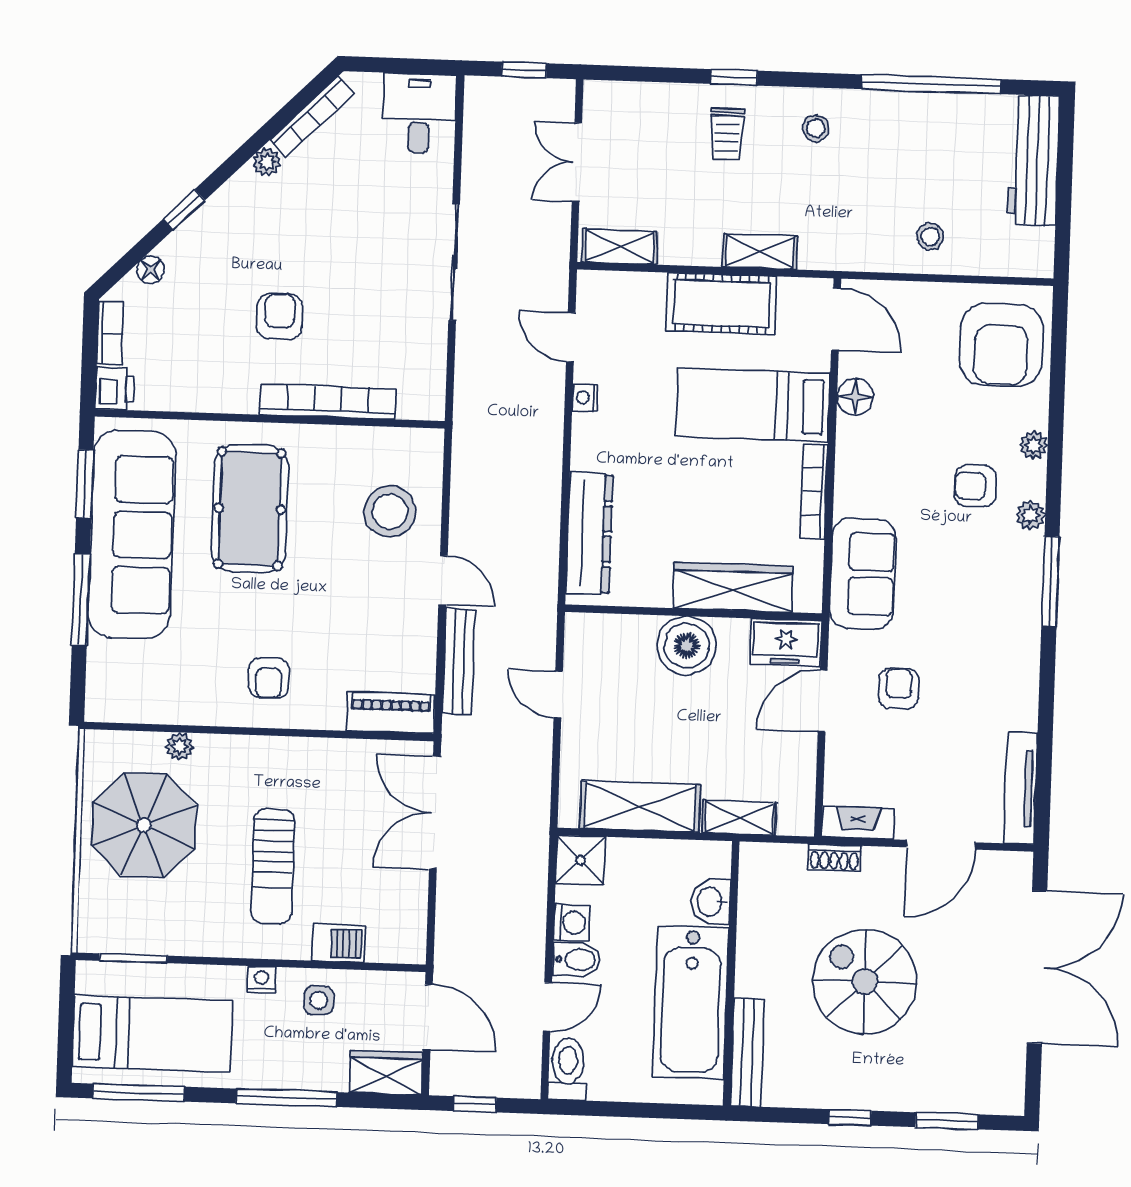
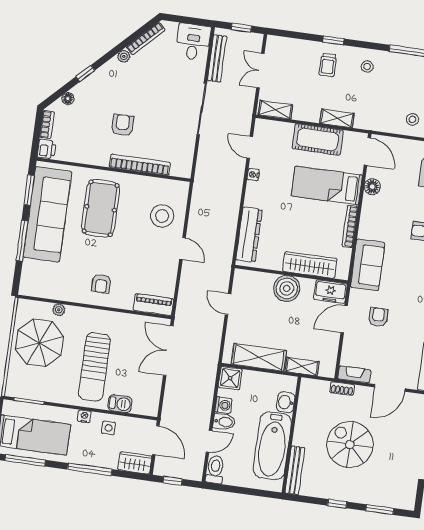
bench: (459, 662) -> (217, 58), moved
sun lounger: (273, 866) -> (94, 367), width x1.36, depth x1.34

